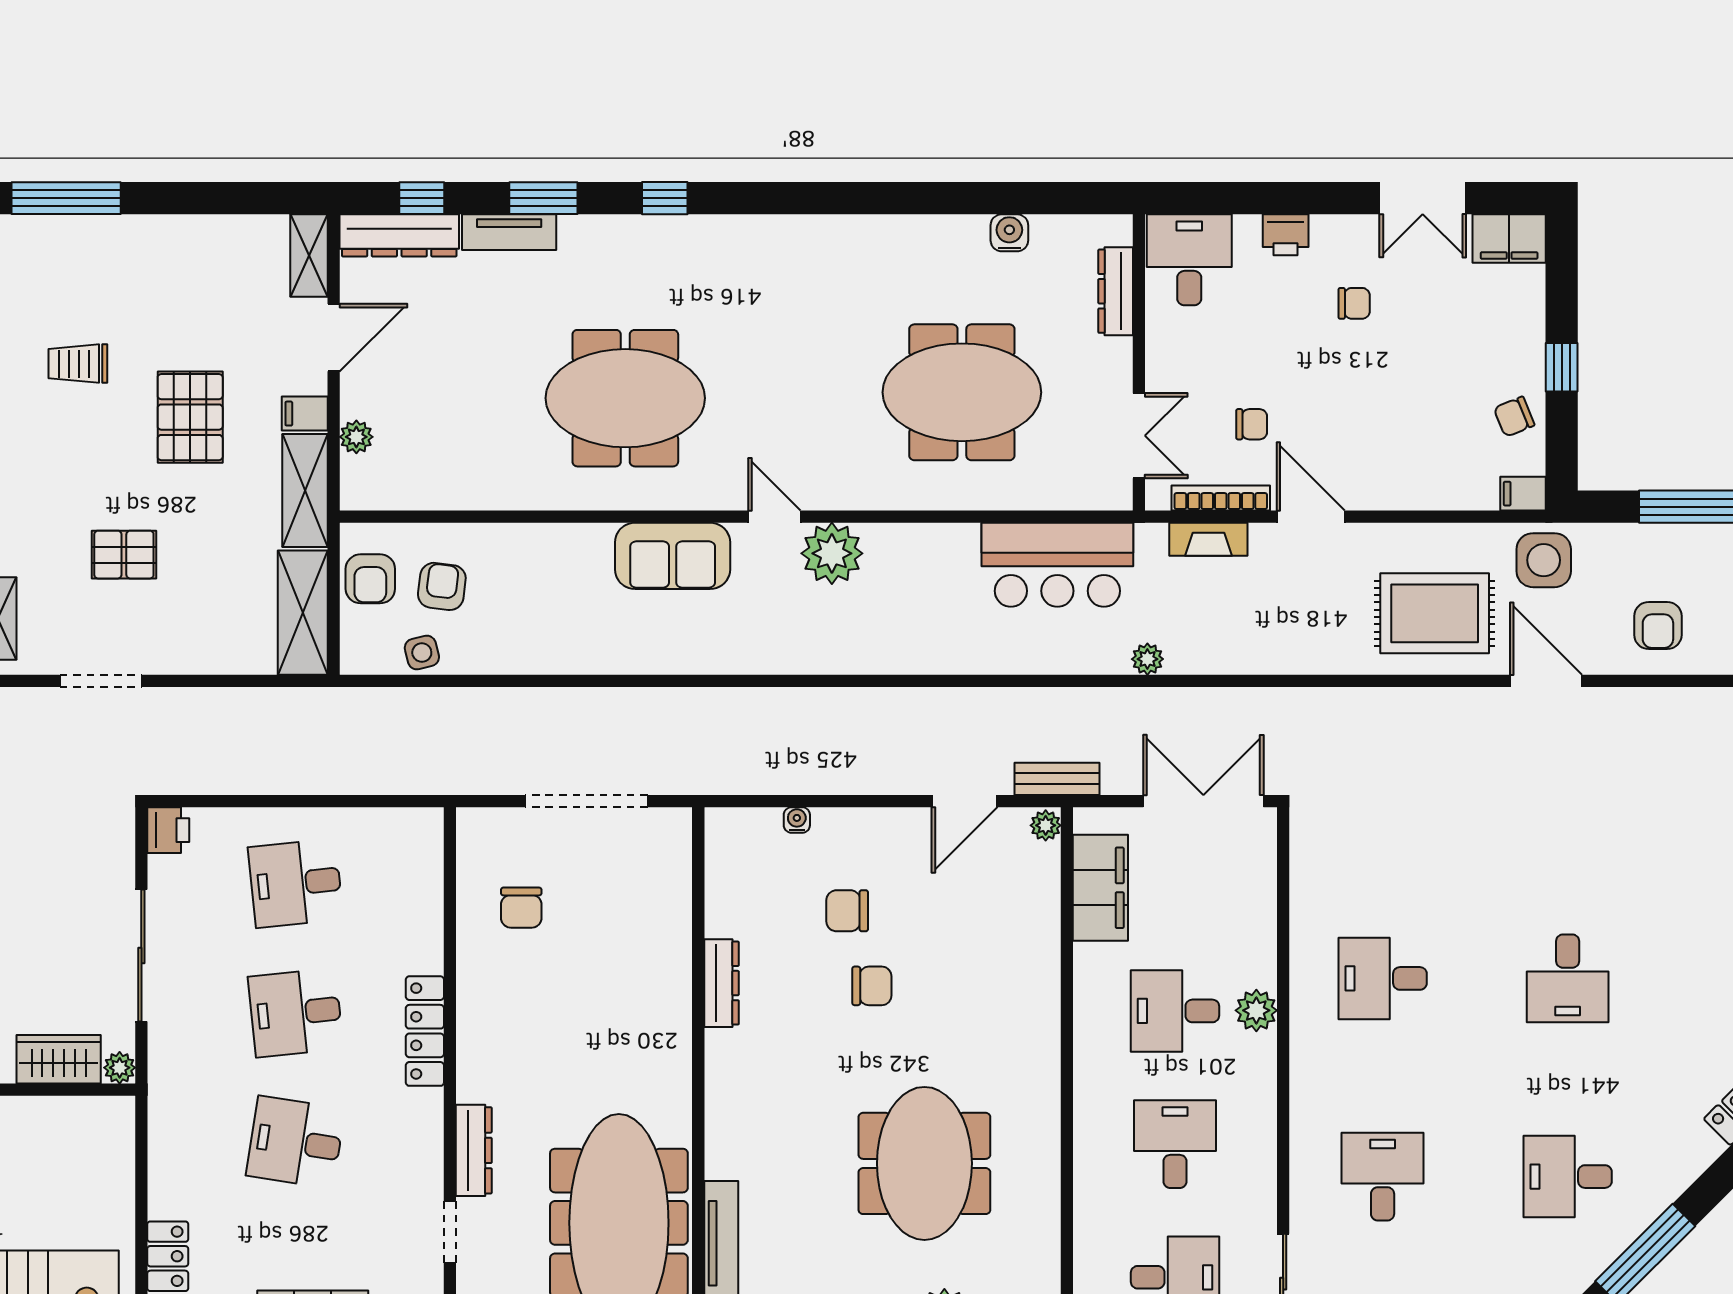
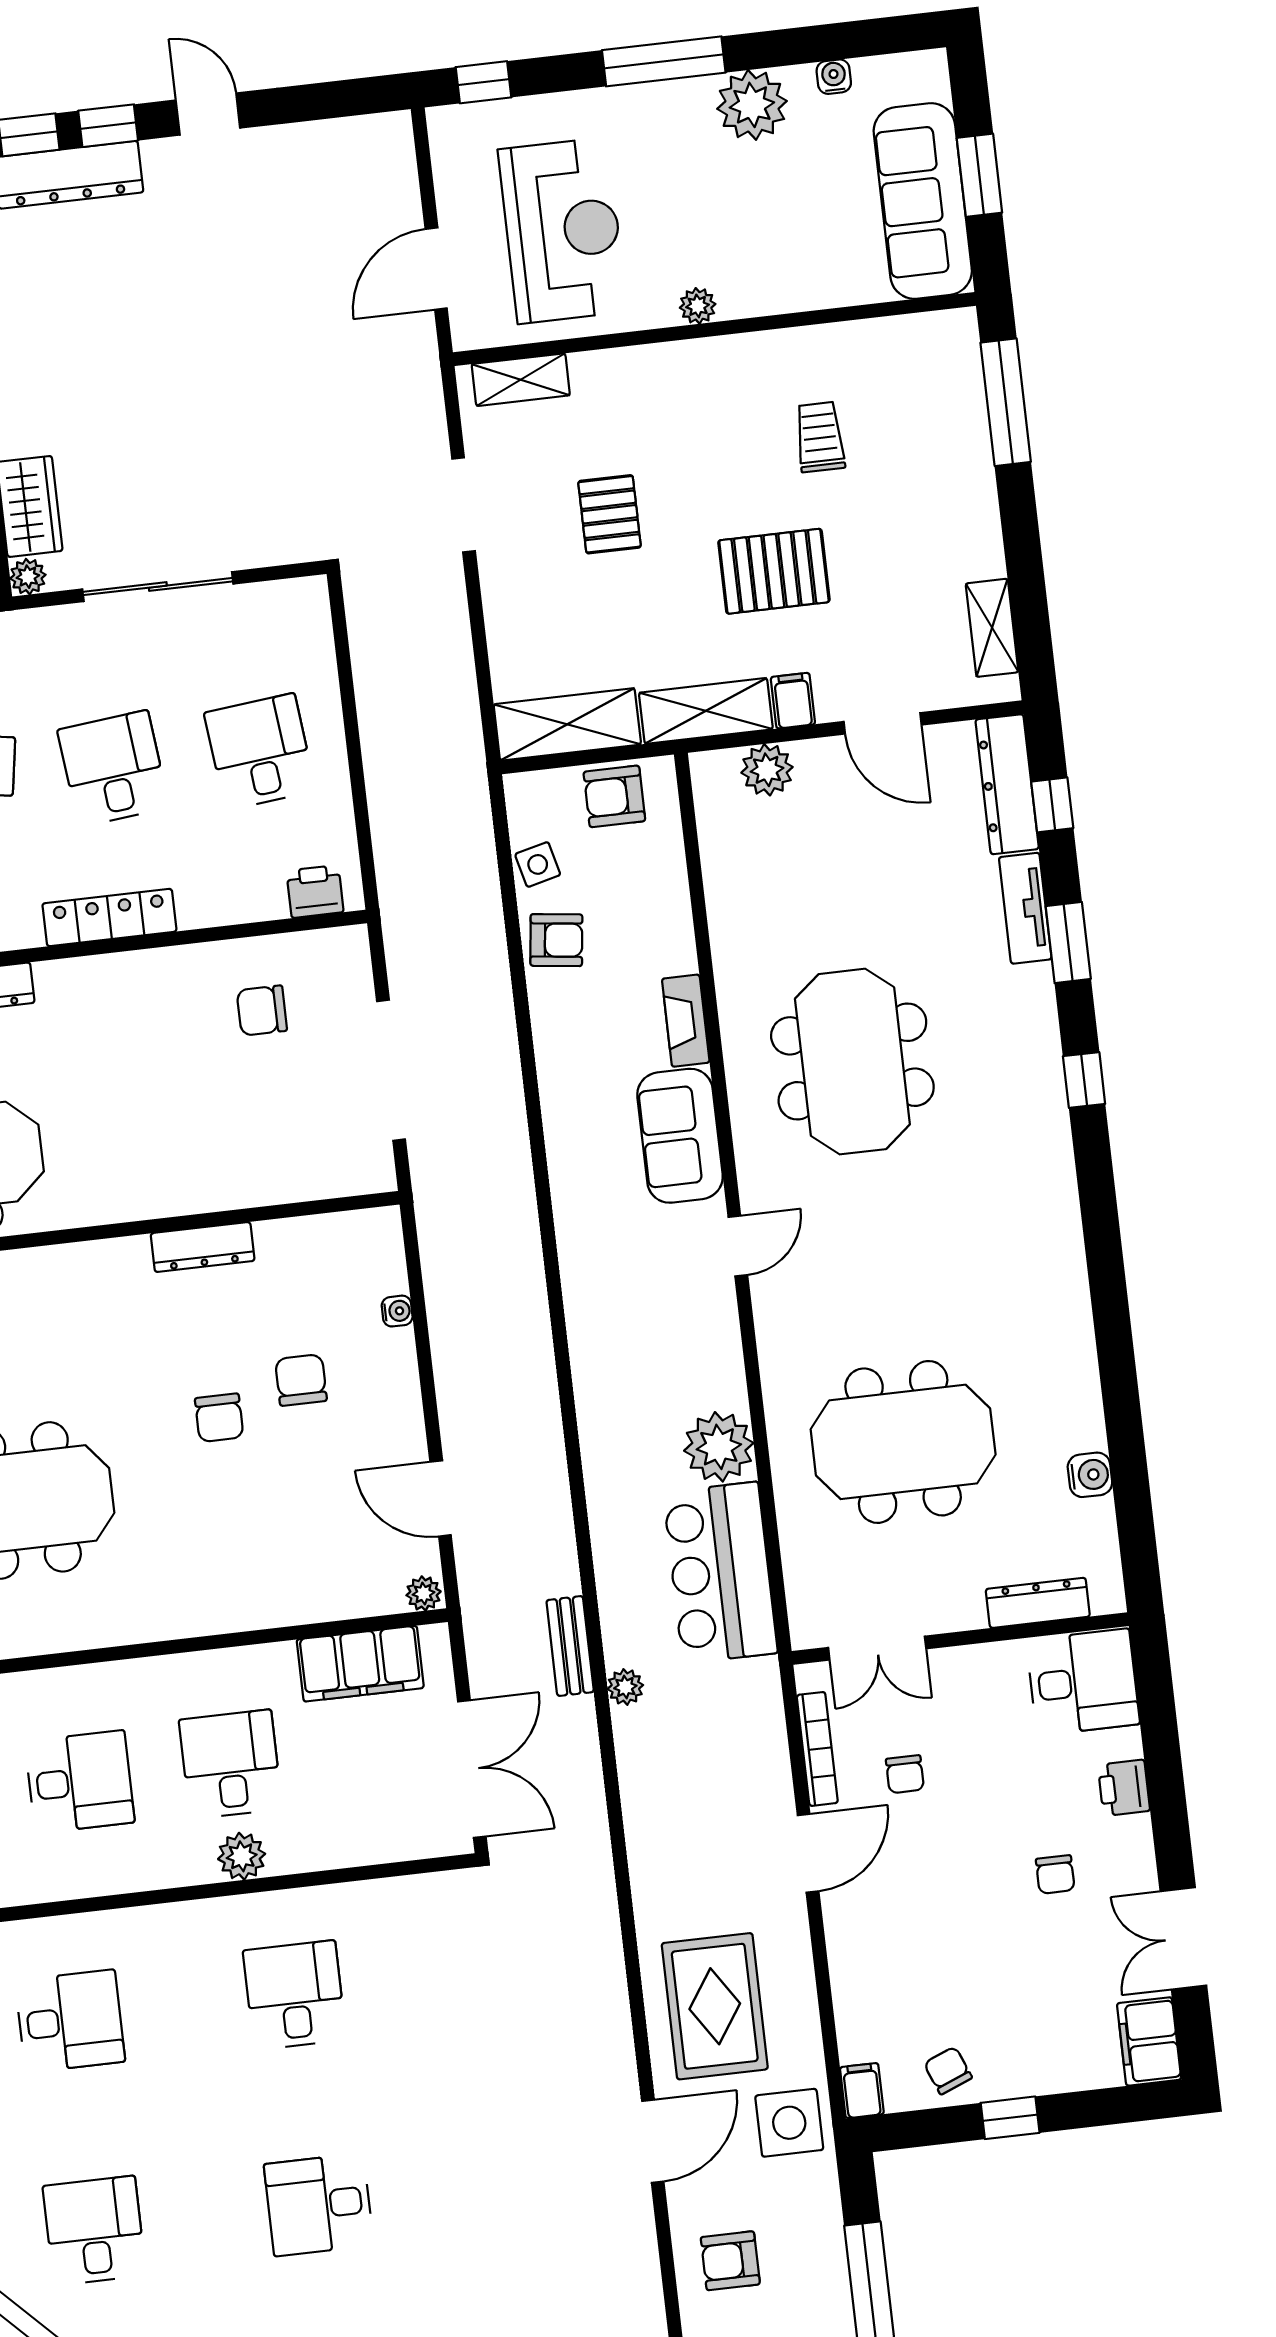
shelving: (309, 255) -> (992, 628), moved, turned 90
meeting table: (962, 392) -> (903, 1442), turned 90
plant: (356, 437) -> (767, 770), width x1.38, depth x1.38
fireplace: (1208, 539) -> (686, 1021), moved
plant: (832, 553) -> (719, 1447), moved
armchair: (442, 586) -> (556, 940), moved
bench: (1057, 779) -> (570, 1646), moved
printer: (168, 830) -> (315, 891), moved, turned 180

